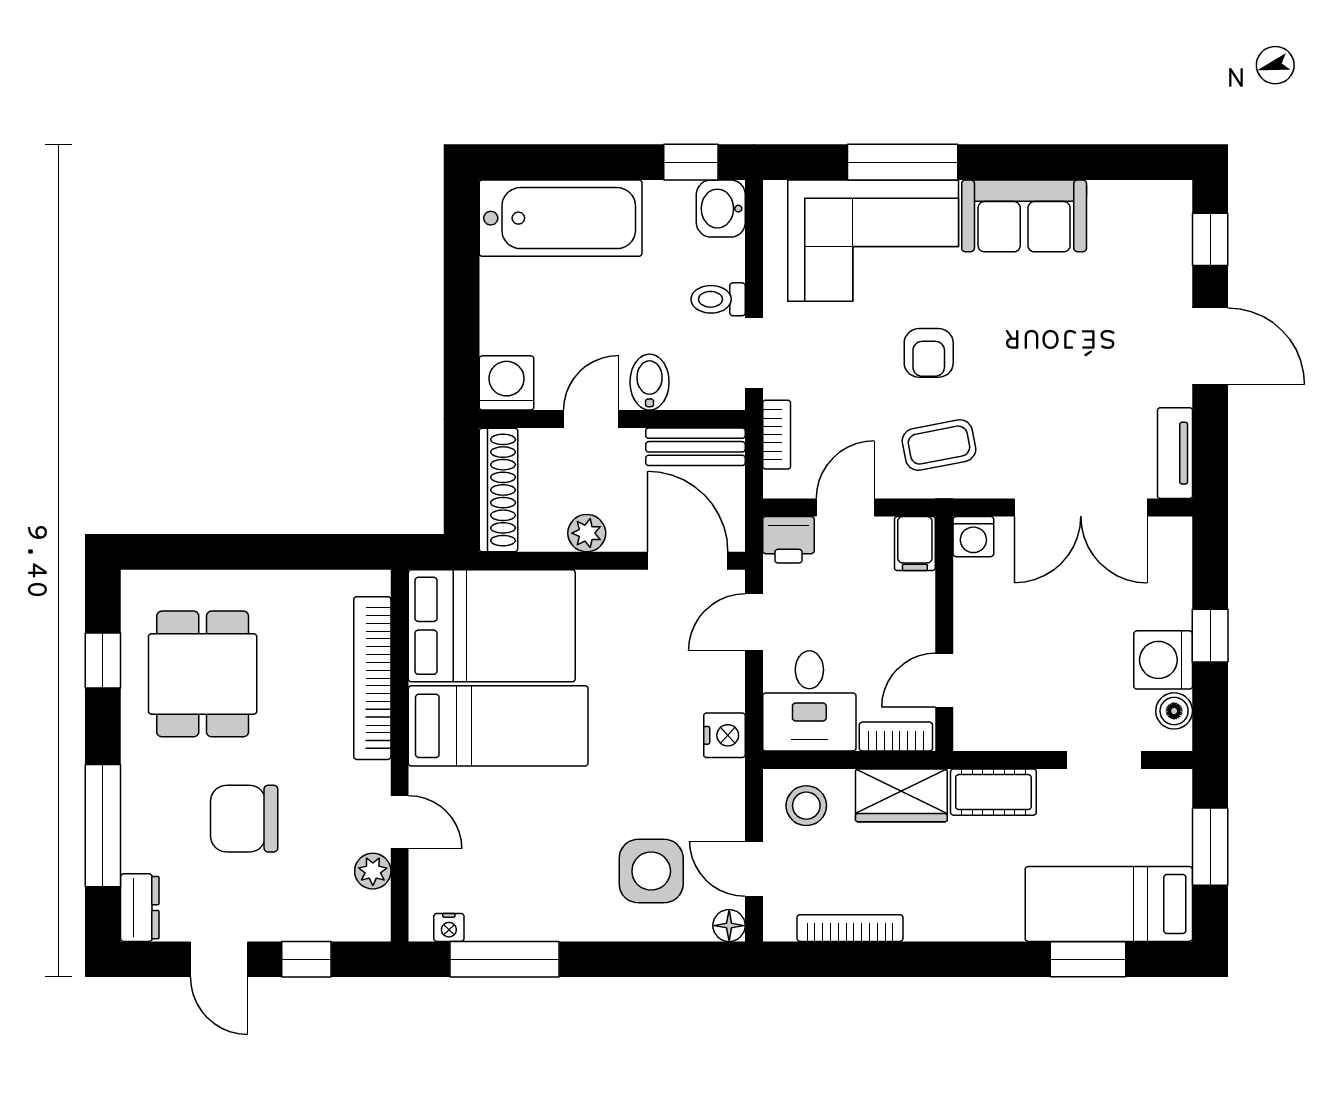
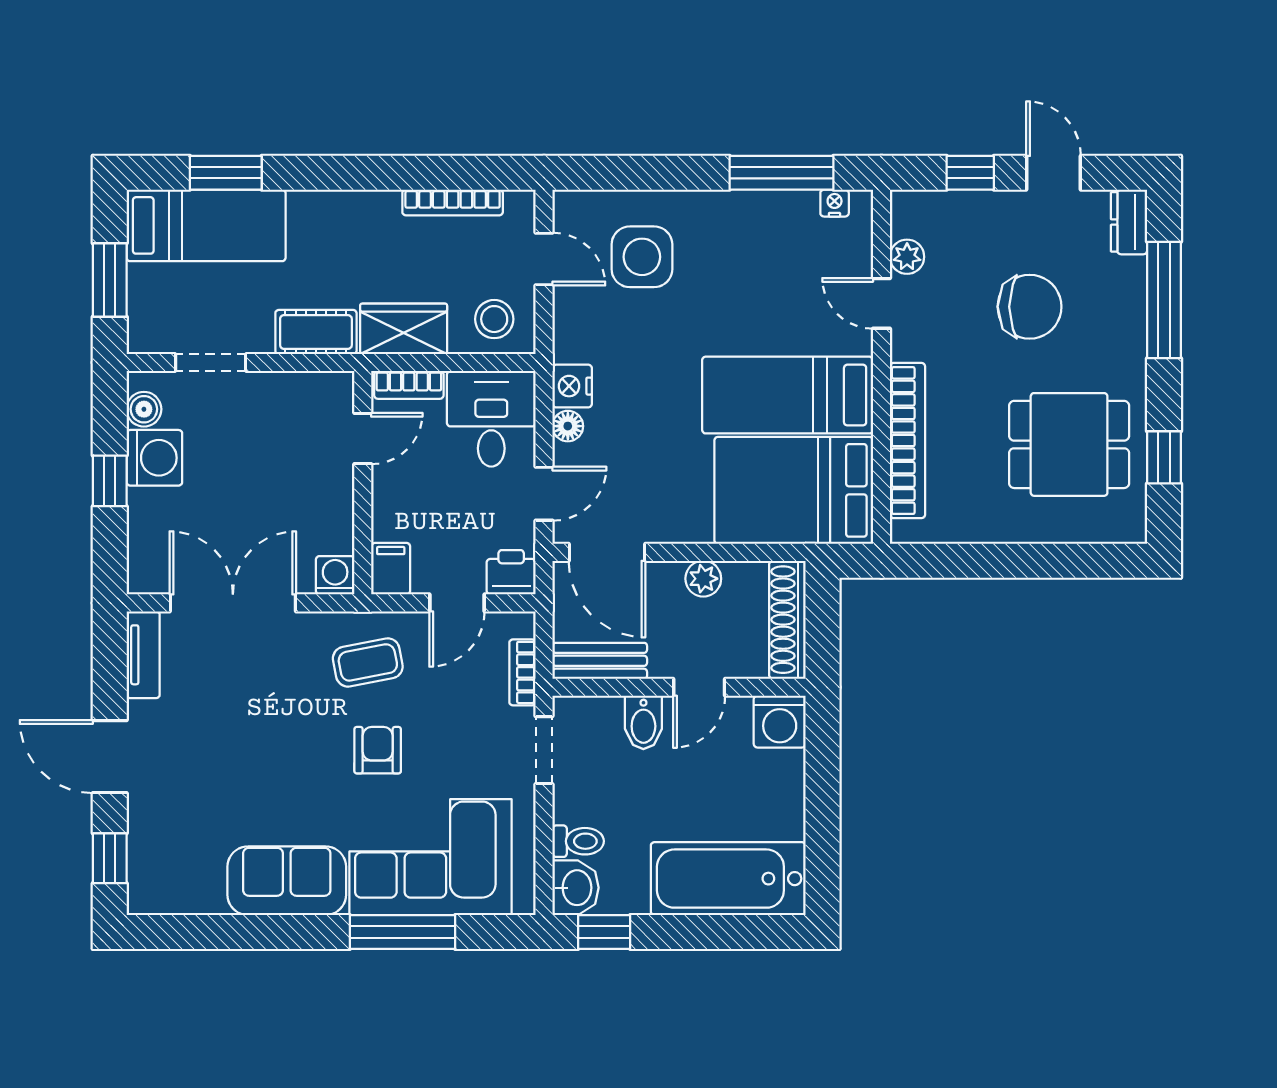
toilet: (718, 299) -> (578, 841), moved
dining table: (203, 674) -> (1069, 444), turned 90
floor lamp: (729, 926) -> (568, 426), moved

